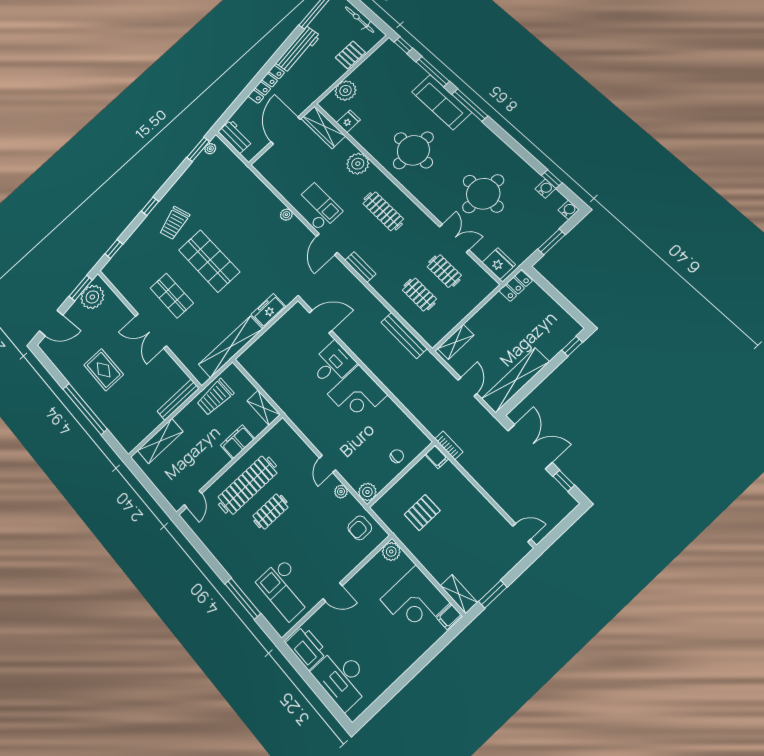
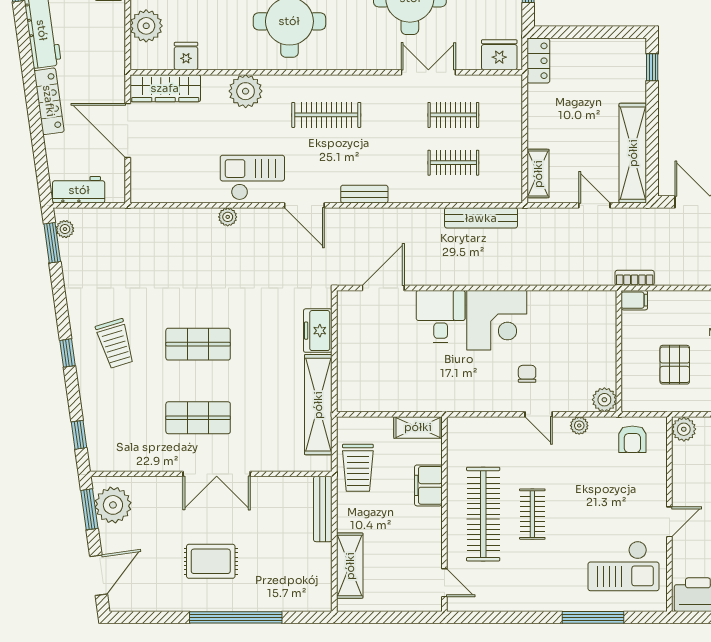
shop shelf: (209, 261) -> (198, 344), width x0.70, depth x0.74
chair: (397, 456) -> (527, 374), moved

